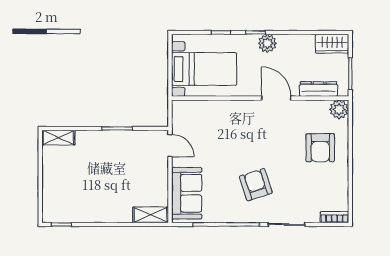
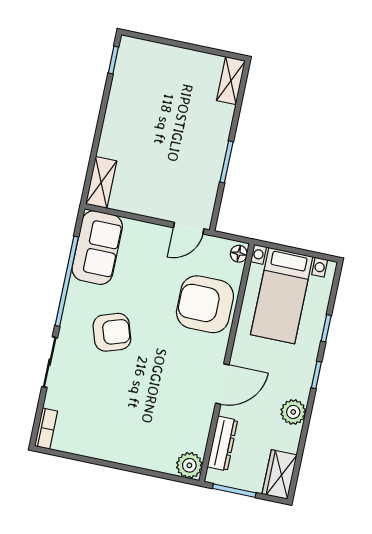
plant: (267, 43) -> (293, 412), moved
floor lamp: (181, 106) -> (239, 254), added
armchair: (320, 148) -> (205, 304), moved, width x1.36, depth x1.36
sofa: (187, 193) -> (97, 248), moved, turned -90

